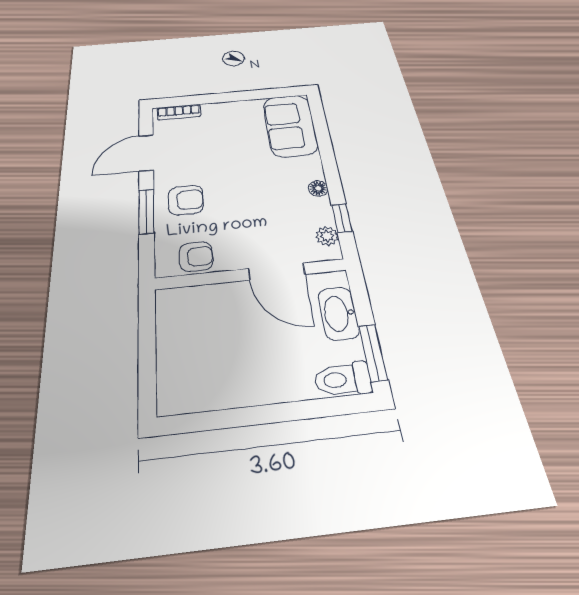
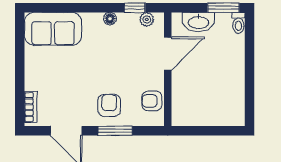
armchair: (196, 257) -> (152, 101), turned -90
toilet: (343, 379) -> (238, 23), width x0.73, depth x0.72

